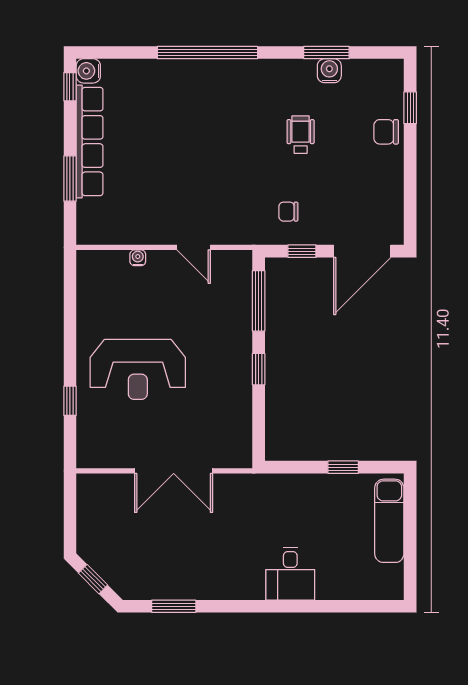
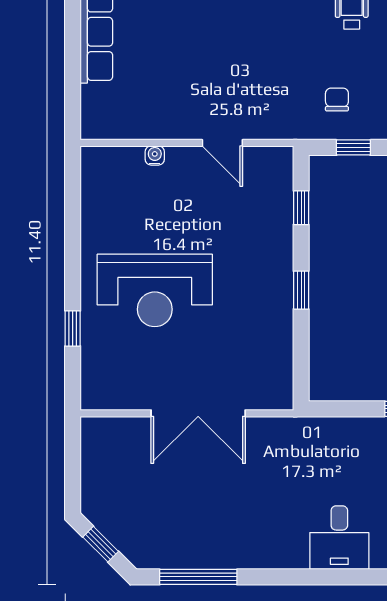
window: (70, 179) -> (73, 60), removed
chair: (288, 212) -> (337, 100), turned 90
window: (259, 301) -> (301, 208), width x0.46
window: (174, 606) -> (198, 577), width x1.44

